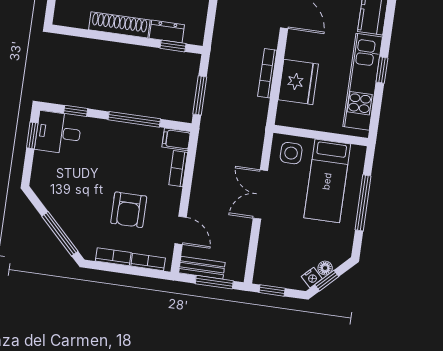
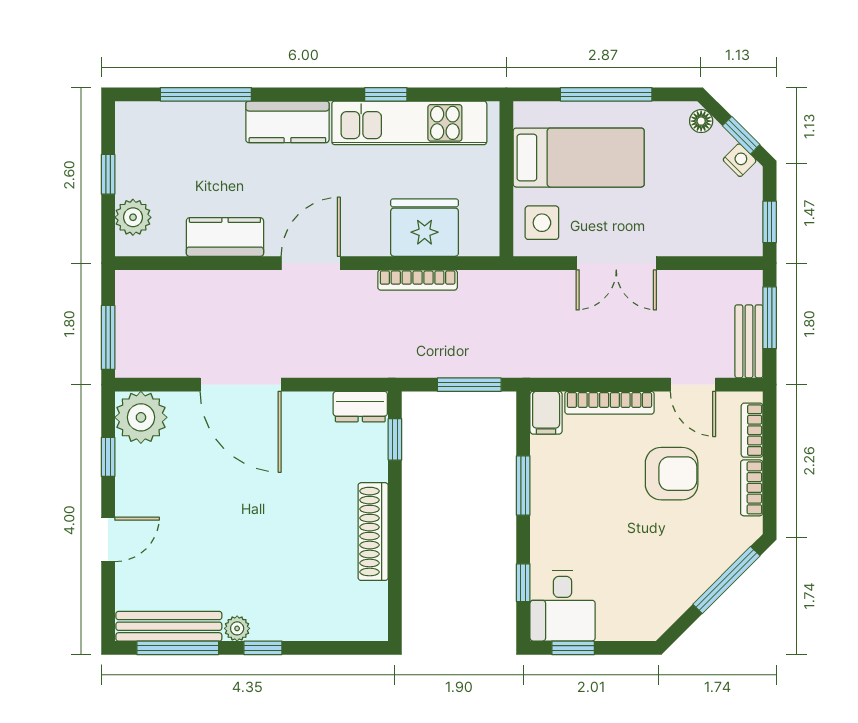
dresser: (167, 32) -> (360, 407), moved, turned -90
window: (134, 119) -> (523, 486), width x0.69
bookcase: (178, 169) -> (609, 403), width x1.56
door: (181, 230) -> (693, 385), swing flipped
floor lamp: (325, 268) -> (701, 121), moved

